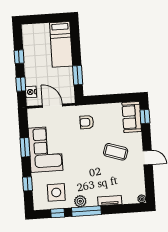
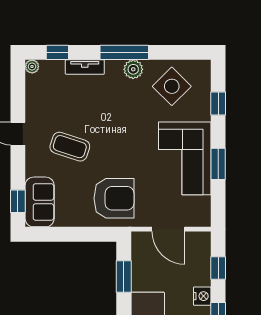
nightstand: (31, 92) -> (202, 296), moved
armchair: (87, 122) -> (114, 198), width x1.88, depth x1.88
side table: (56, 192) -> (172, 86), turned 45
window: (58, 213) -> (57, 52), moved

